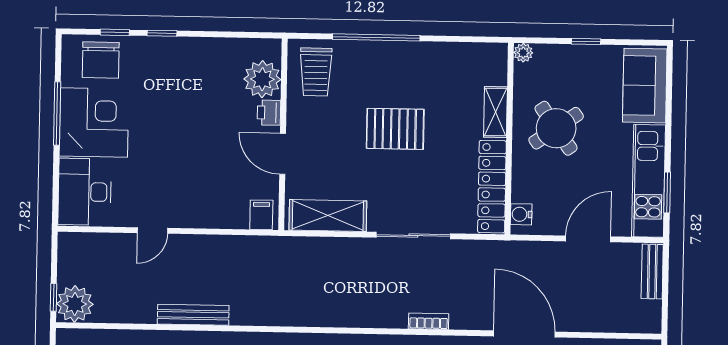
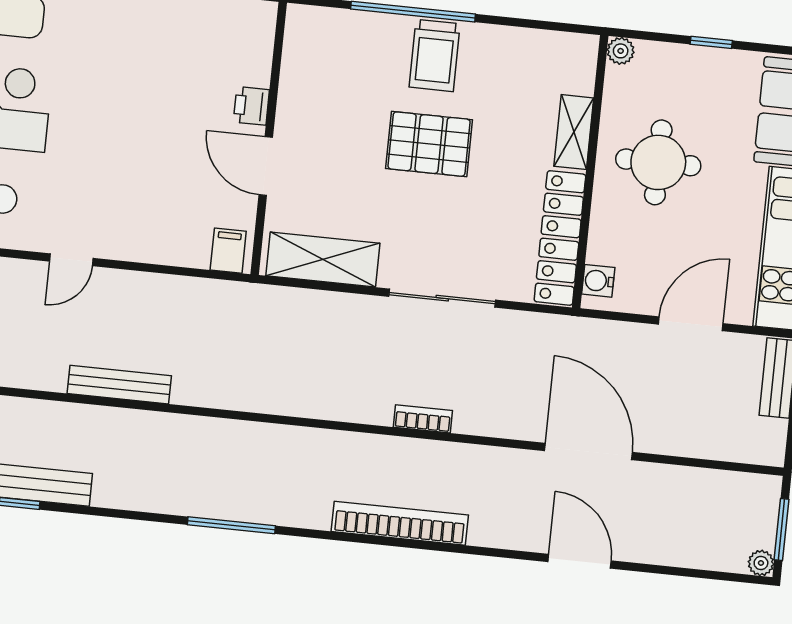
trolley: (316, 72) -> (435, 55), moved
plant: (262, 79) -> (246, 57), removed
round table: (556, 128) -> (658, 162), turned 35
bookcase: (429, 321) -> (423, 419), moved

